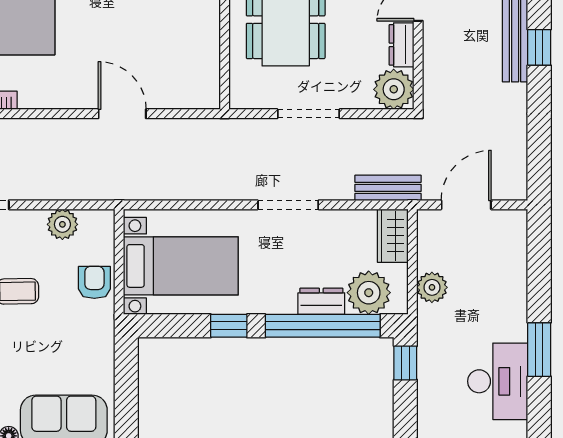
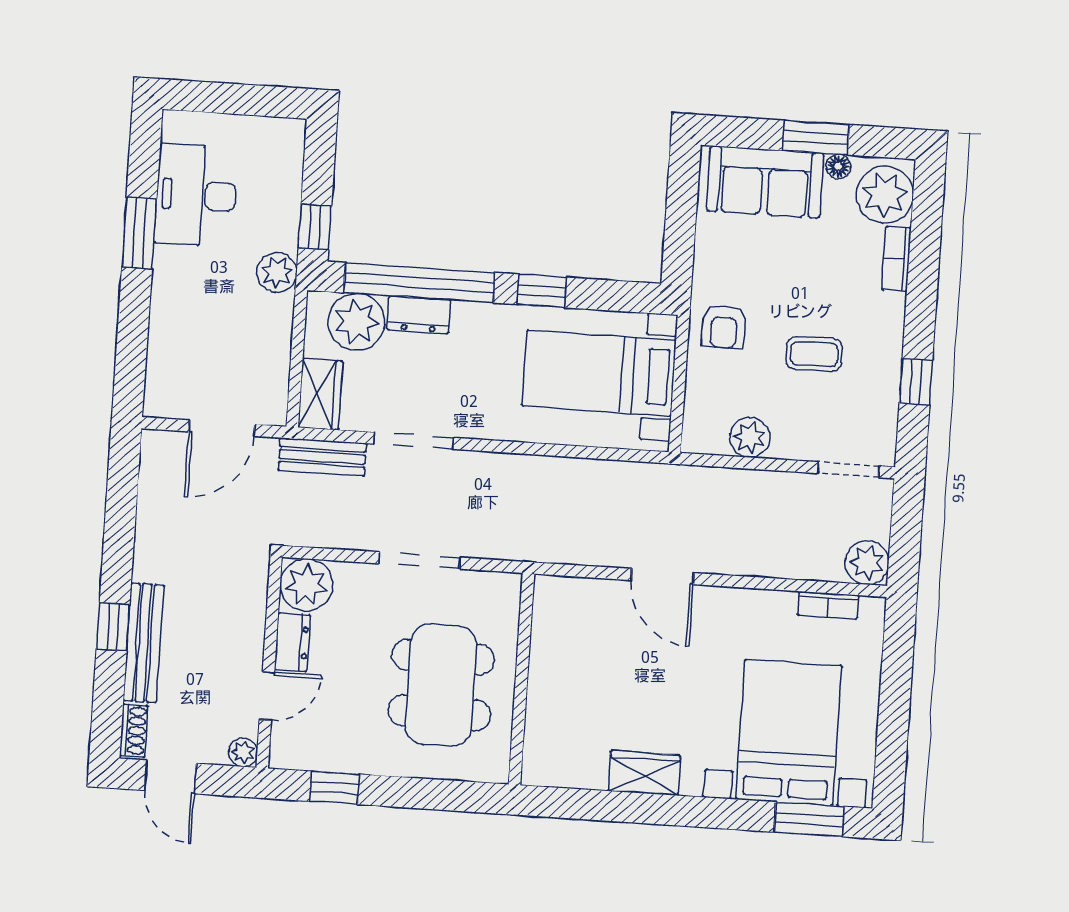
doorway: (288, 205) -> (414, 441), moved
armchair: (94, 282) -> (724, 327), moved
plant: (432, 287) -> (277, 272), moved

